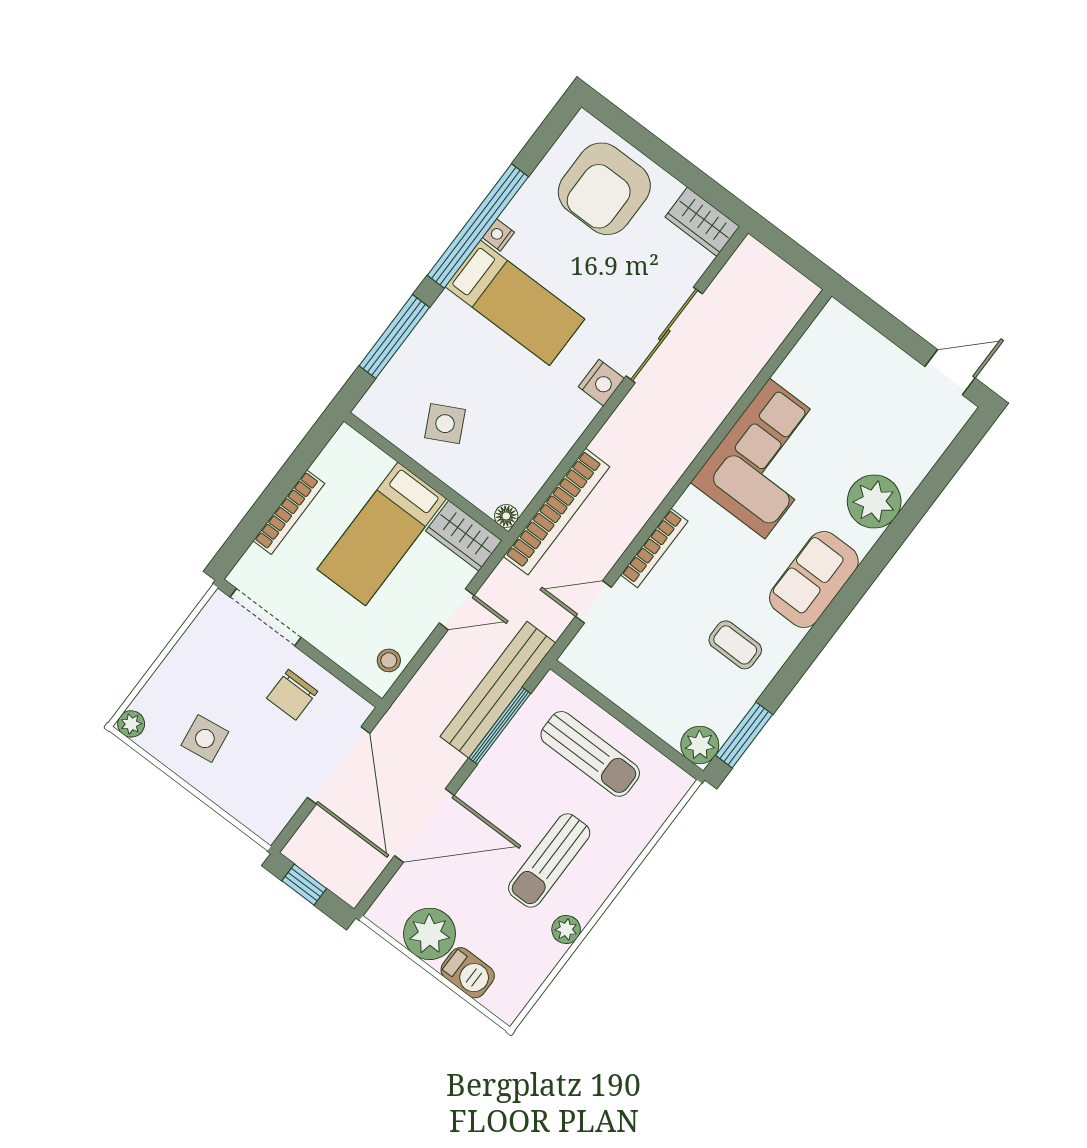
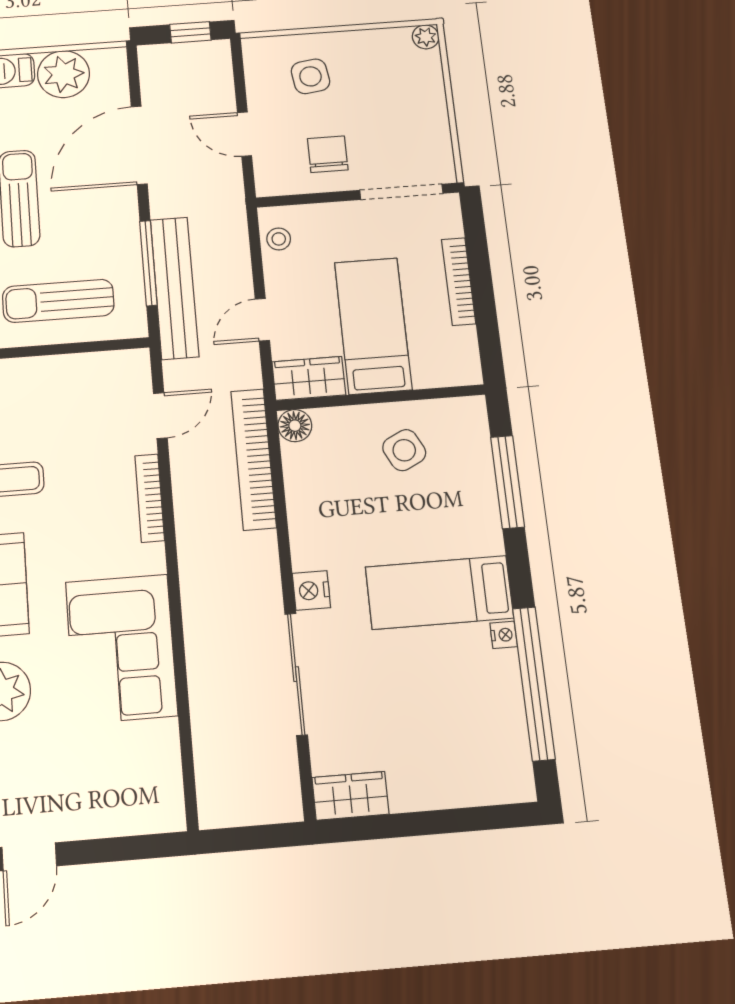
armchair: (604, 189) -> (455, 750), removed
window: (478, 226) -> (534, 683), moved
floor lamp: (506, 516) -> (295, 426), width x1.37, depth x1.37
side table: (205, 739) -> (310, 76), moved
door: (339, 765) -> (245, 134), width x0.53

